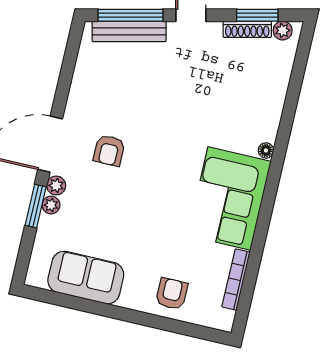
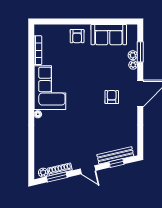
window: (130, 15) -> (116, 163), width x0.46
plant: (56, 186) -> (133, 55), moved
window: (36, 206) -> (140, 52), moved
armchair: (172, 294) -> (77, 36), moved

